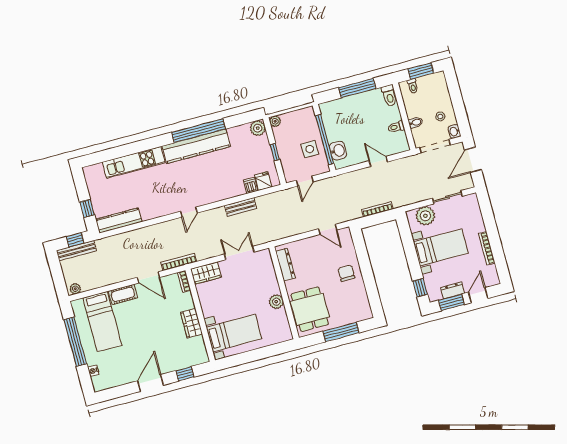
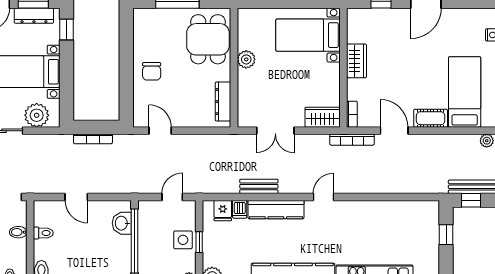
side table: (310, 149) -> (183, 240), moved
kitchen counter: (119, 221) -> (276, 210), moved
dresser: (452, 290) -> (34, 16), width x1.44

